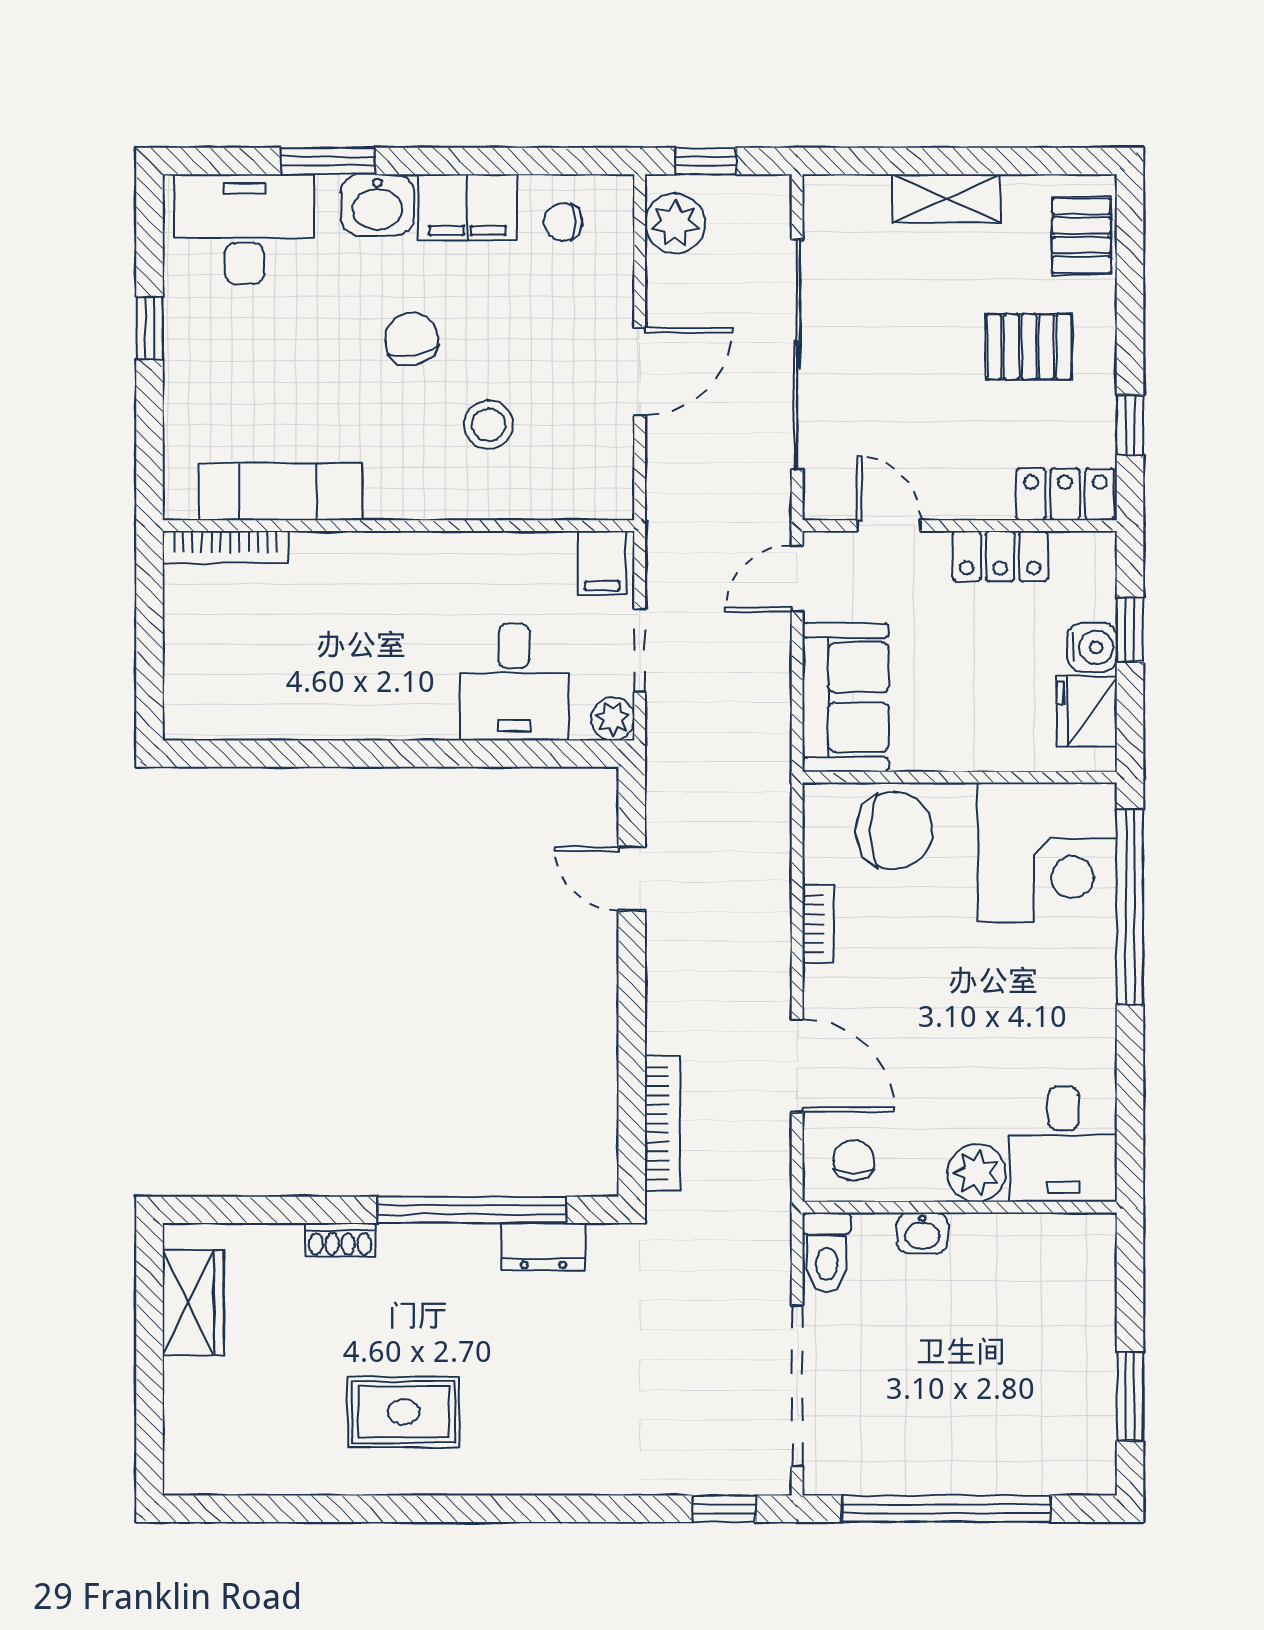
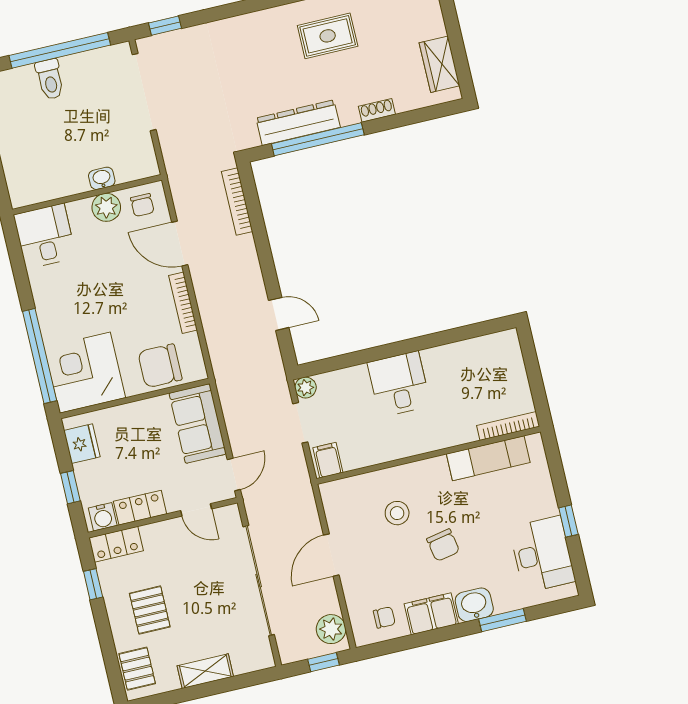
desk: (245, 229) -> (542, 554), moved, turned -90
pallet: (1029, 347) -> (150, 610), turned 90
water cooler: (1092, 647) -> (103, 517), moved, turned -90
desk: (514, 682) -> (399, 384), moved
bookcase: (818, 924) -> (183, 303), width x1.56
plant: (976, 1173) -> (106, 207), moved
dresser: (544, 1247) -> (298, 123), width x1.96, depth x1.24
toilet: (827, 1253) -> (50, 79), moved, turned 180

